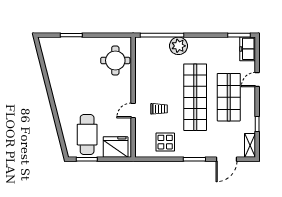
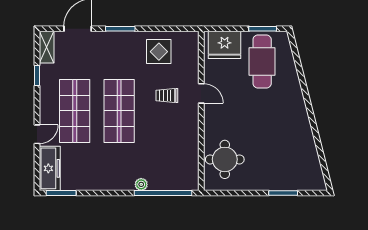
plant: (178, 46) -> (141, 184), width x0.53, depth x0.53
freezer: (248, 49) -> (50, 168), width x1.40
shop shelf: (195, 97) -> (119, 111), width x0.71
door: (133, 110) -> (201, 93), hinge flipped

